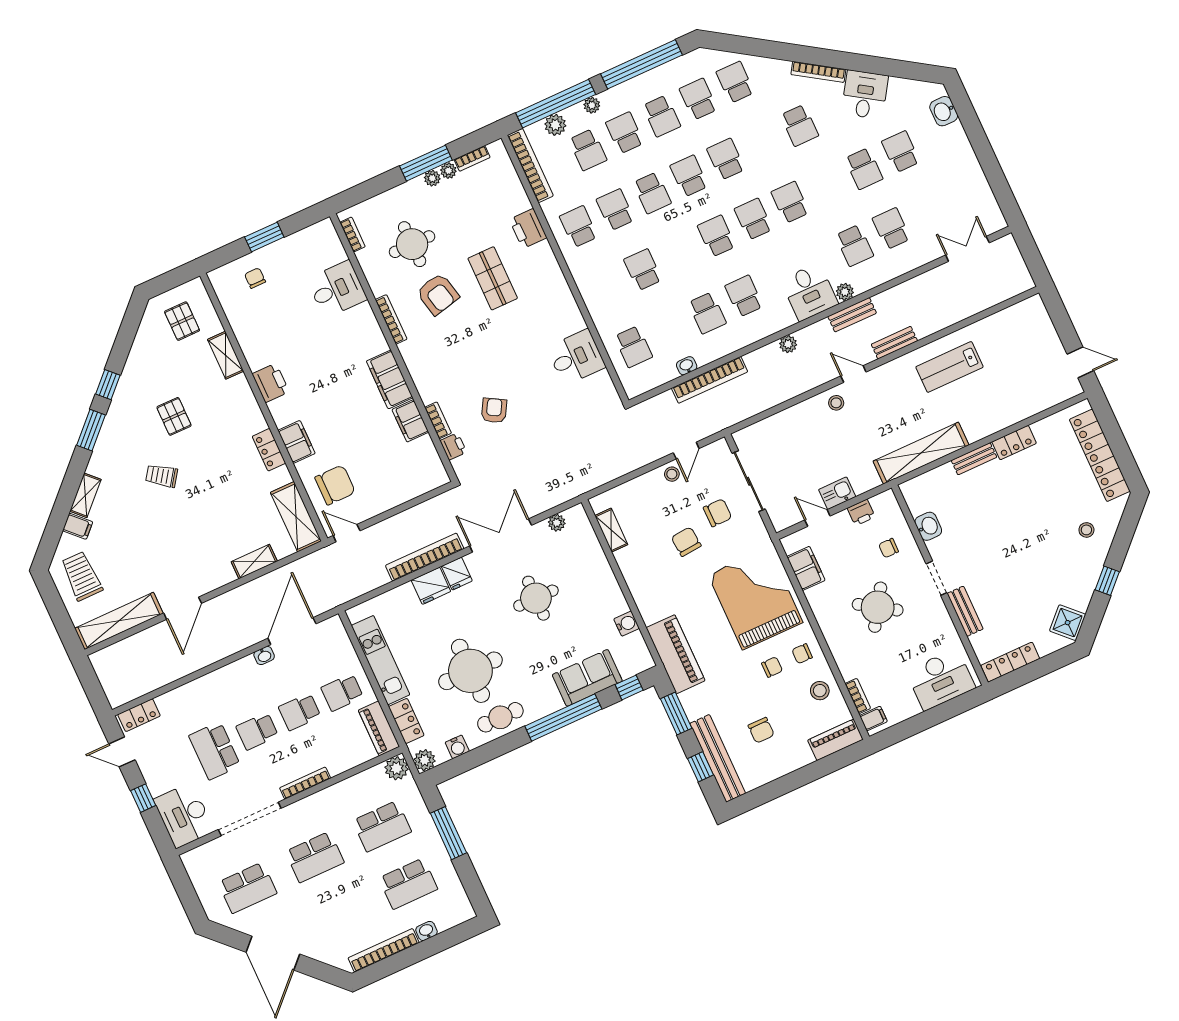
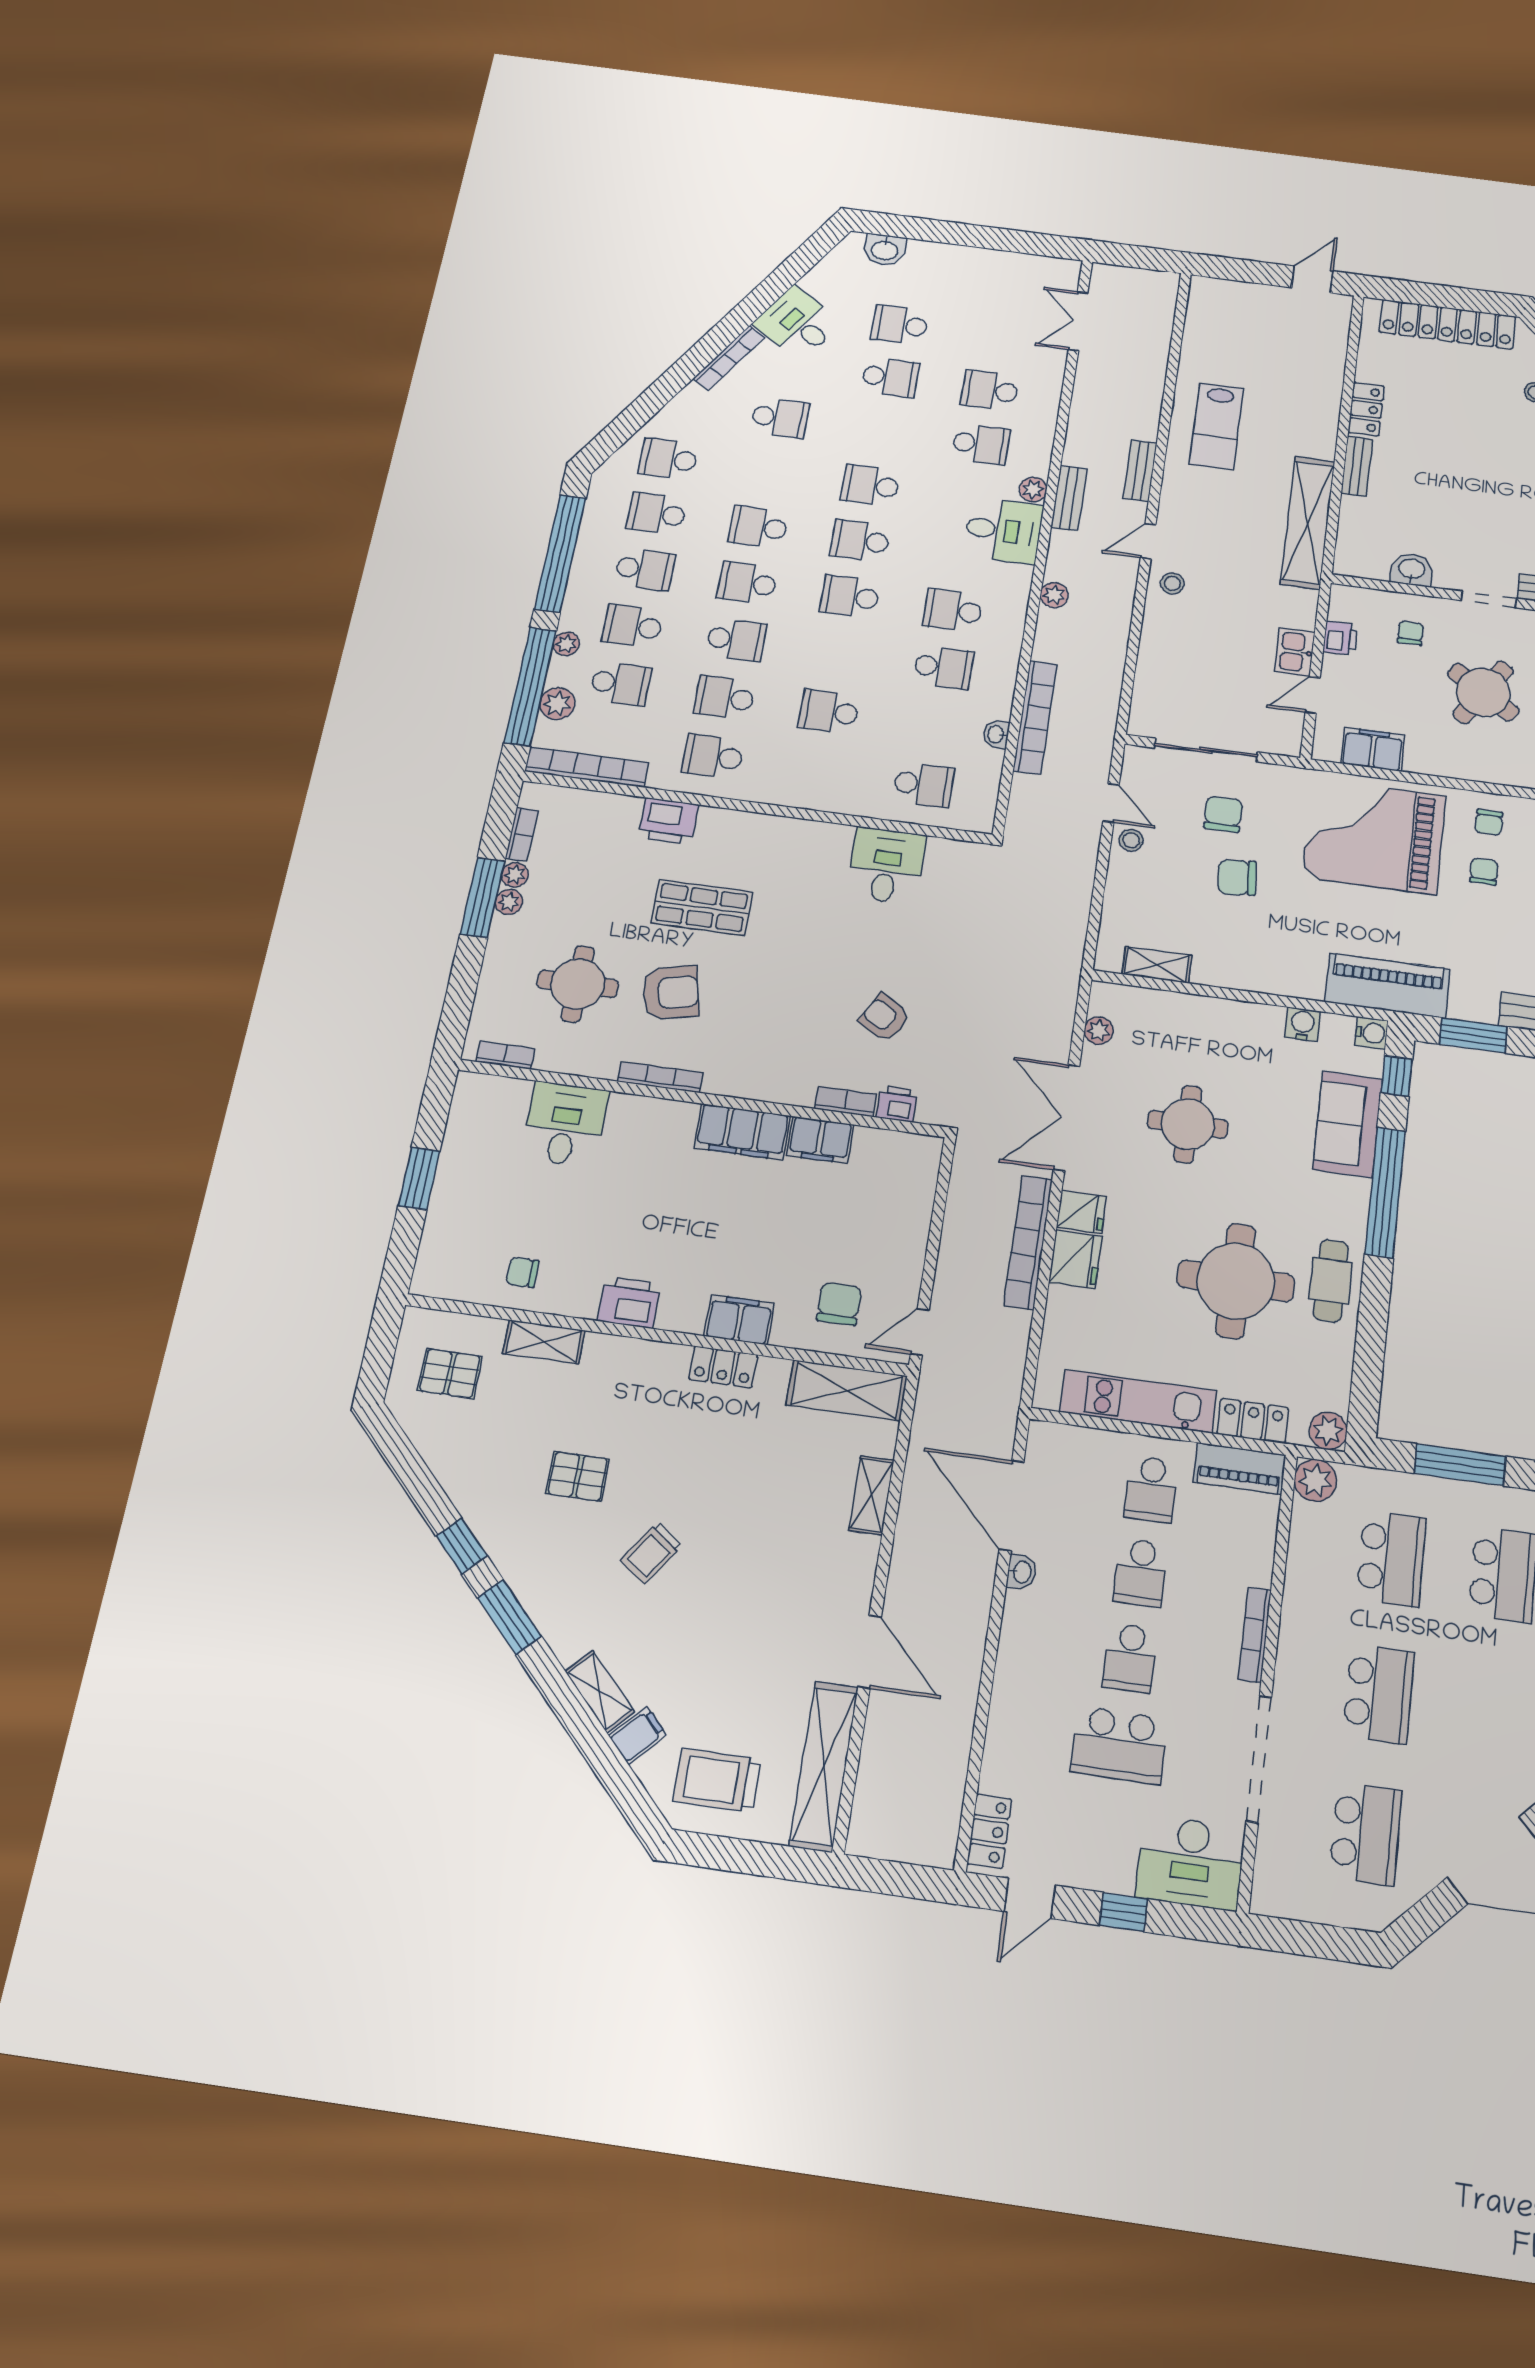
chair: (255, 278) -> (523, 1272), moved
chair: (335, 485) -> (839, 1304), width x0.73, depth x0.73
chair: (889, 548) -> (1410, 633), turned 180
water cooler: (457, 747) -> (1371, 1033), moved

